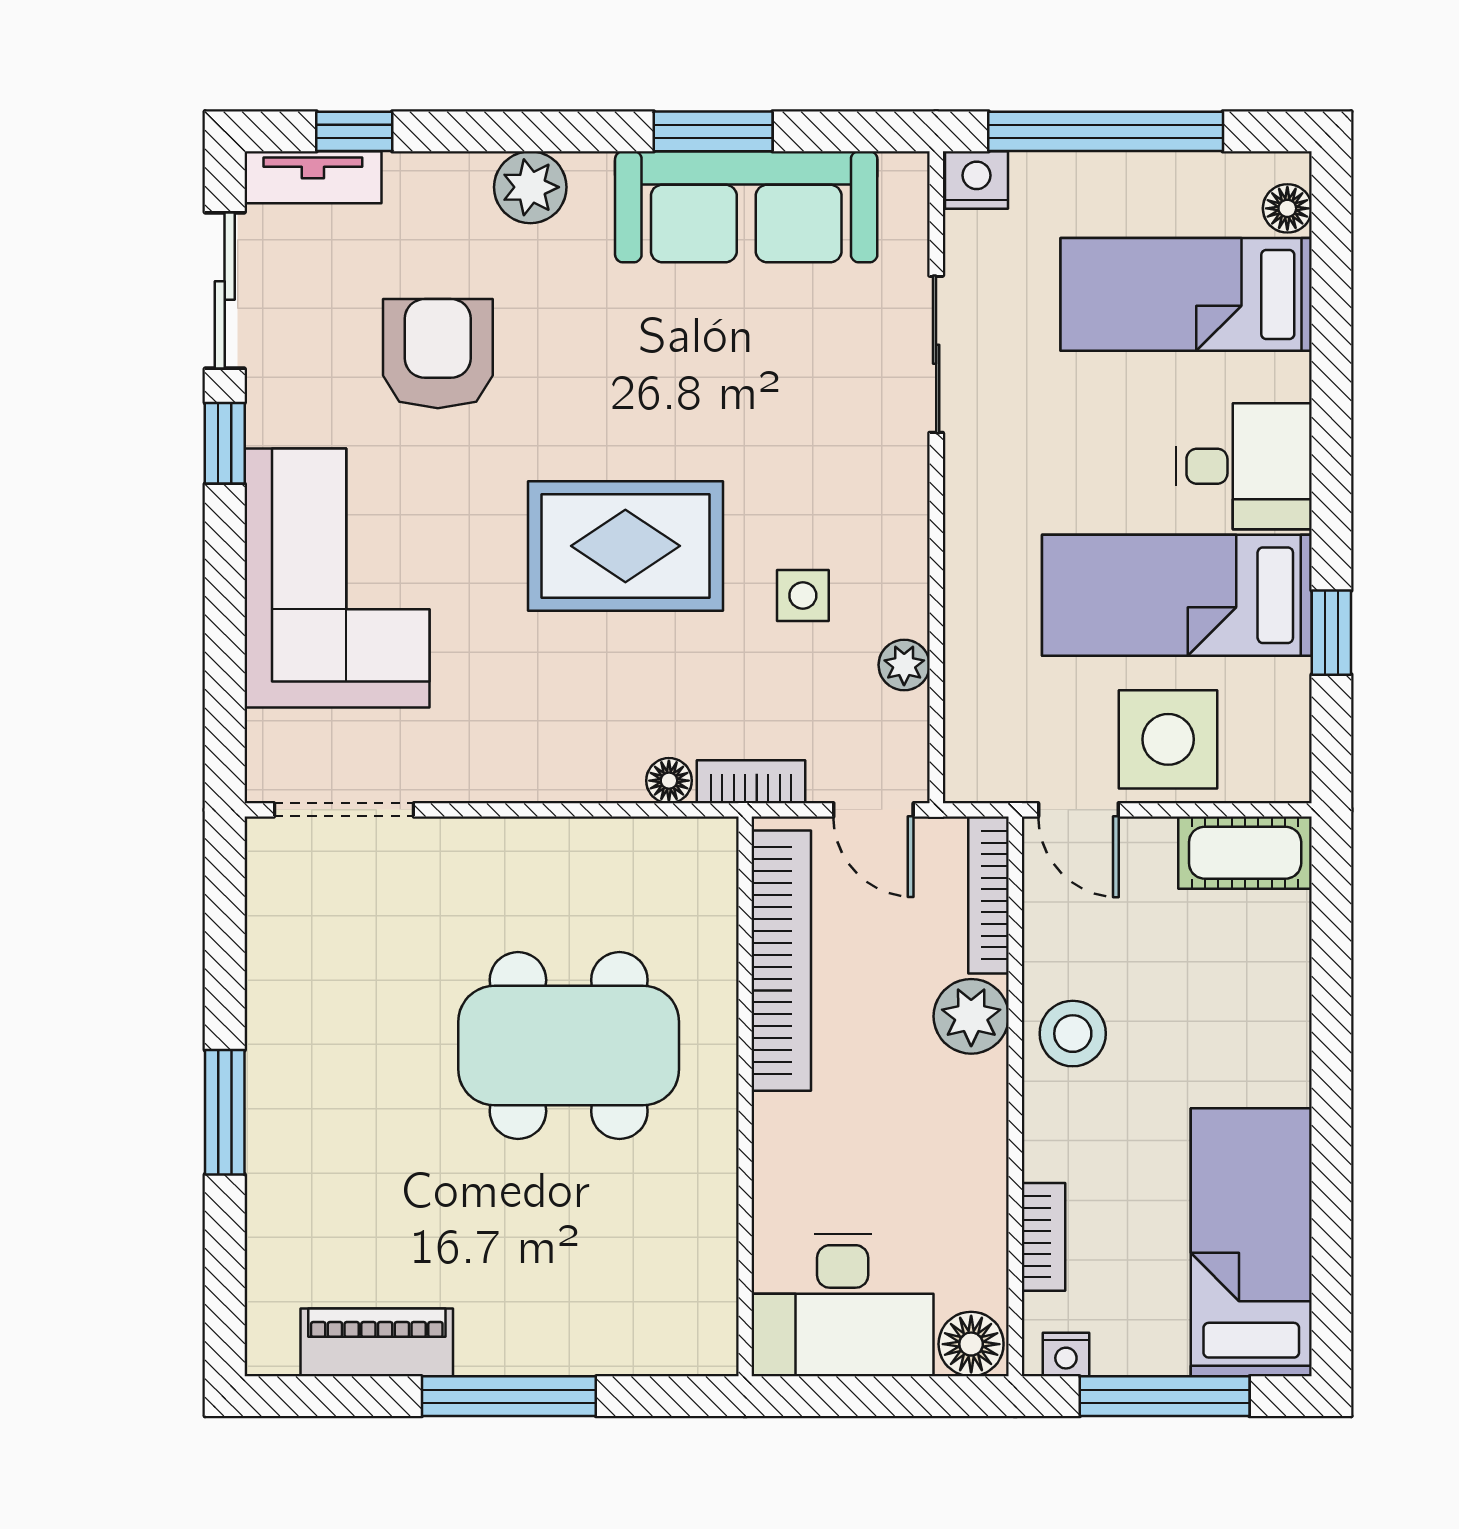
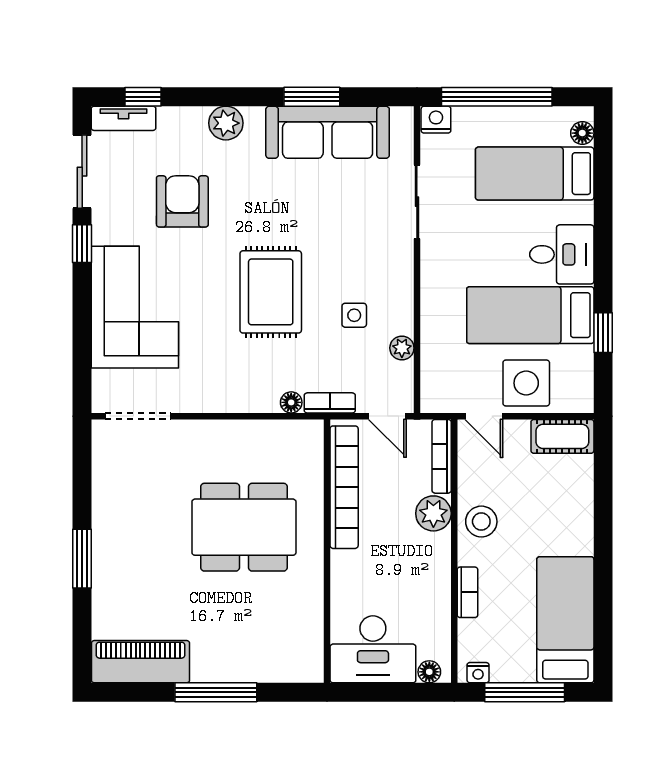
rug: (625, 546) -> (271, 292), turned 90
bookcase: (1043, 1237) -> (467, 592), moved
piano: (377, 1342) -> (140, 662), width x1.37, depth x1.33
floor lamp: (971, 1344) -> (429, 672), width x0.73, depth x0.73

